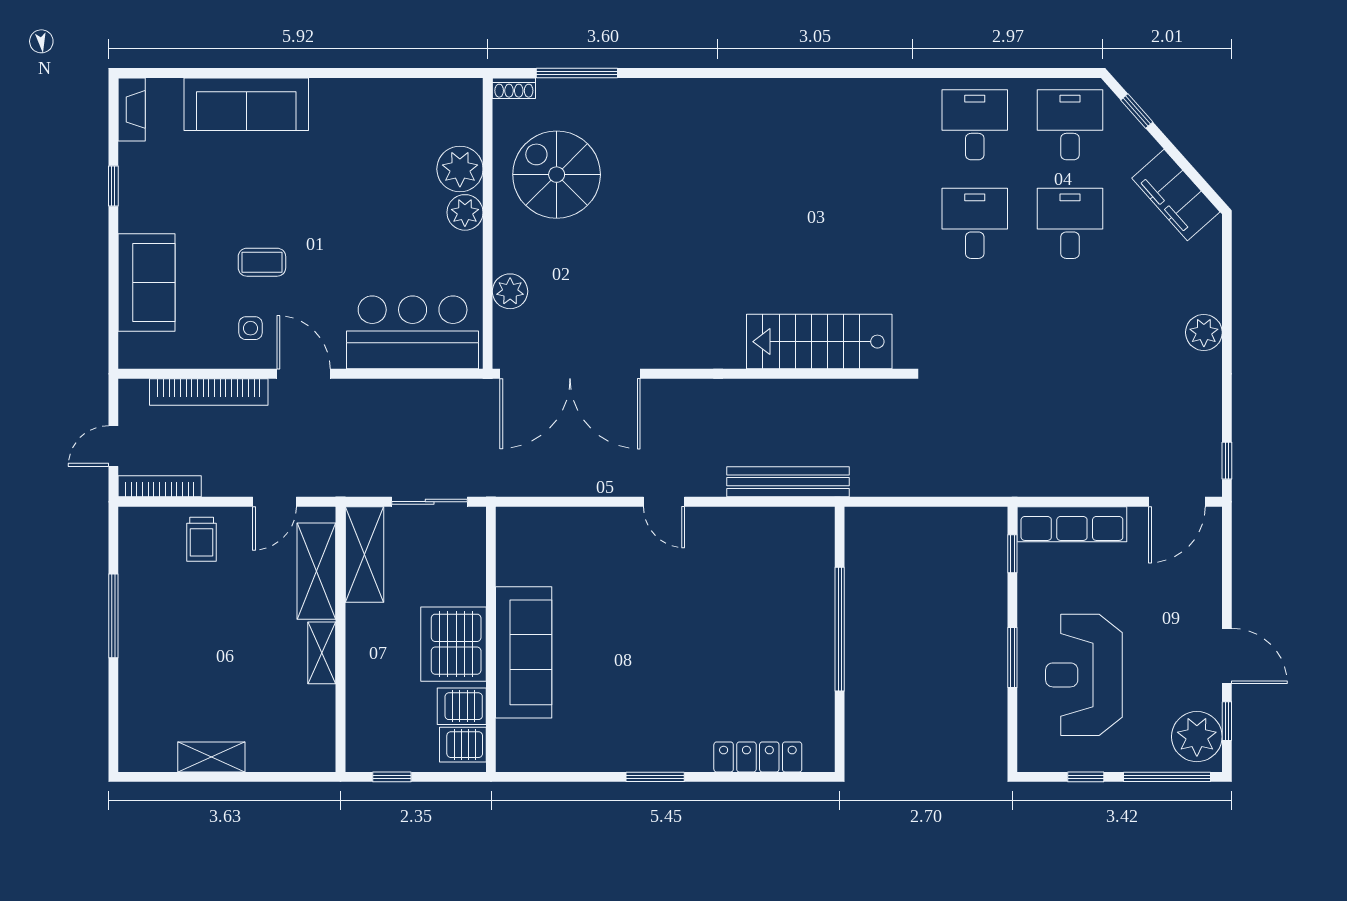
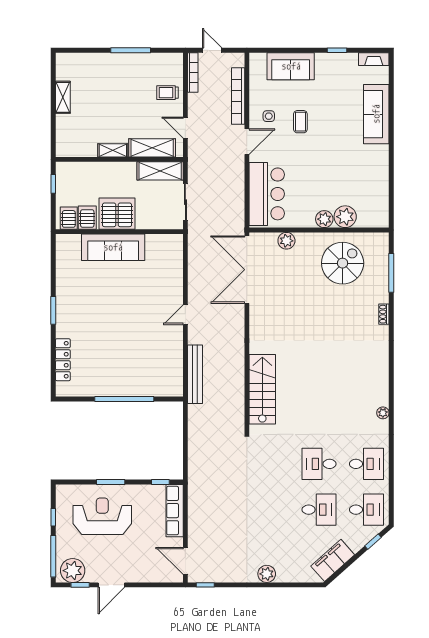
shoe rack: (514, 88) -> (384, 314), moved
plant: (868, 90) -> (383, 413), added
desk: (975, 223) -> (319, 464), turned 180

